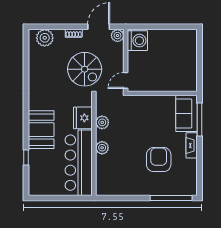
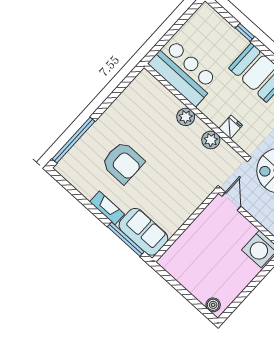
boiler: (192, 39) -> (213, 305), added
fridge: (83, 118) -> (231, 127), width x0.53, depth x0.75
bar counter: (79, 163) -> (183, 72), width x0.73

